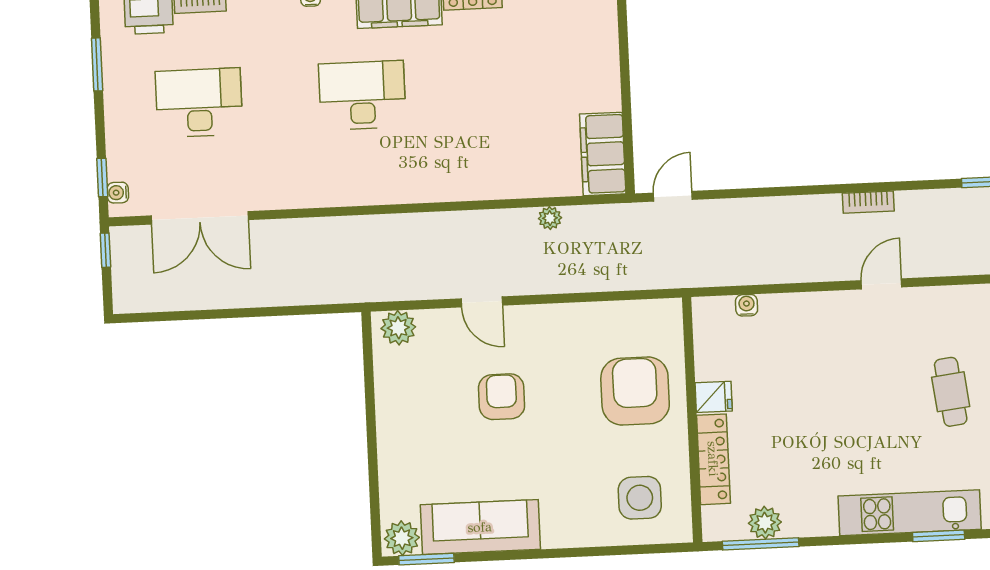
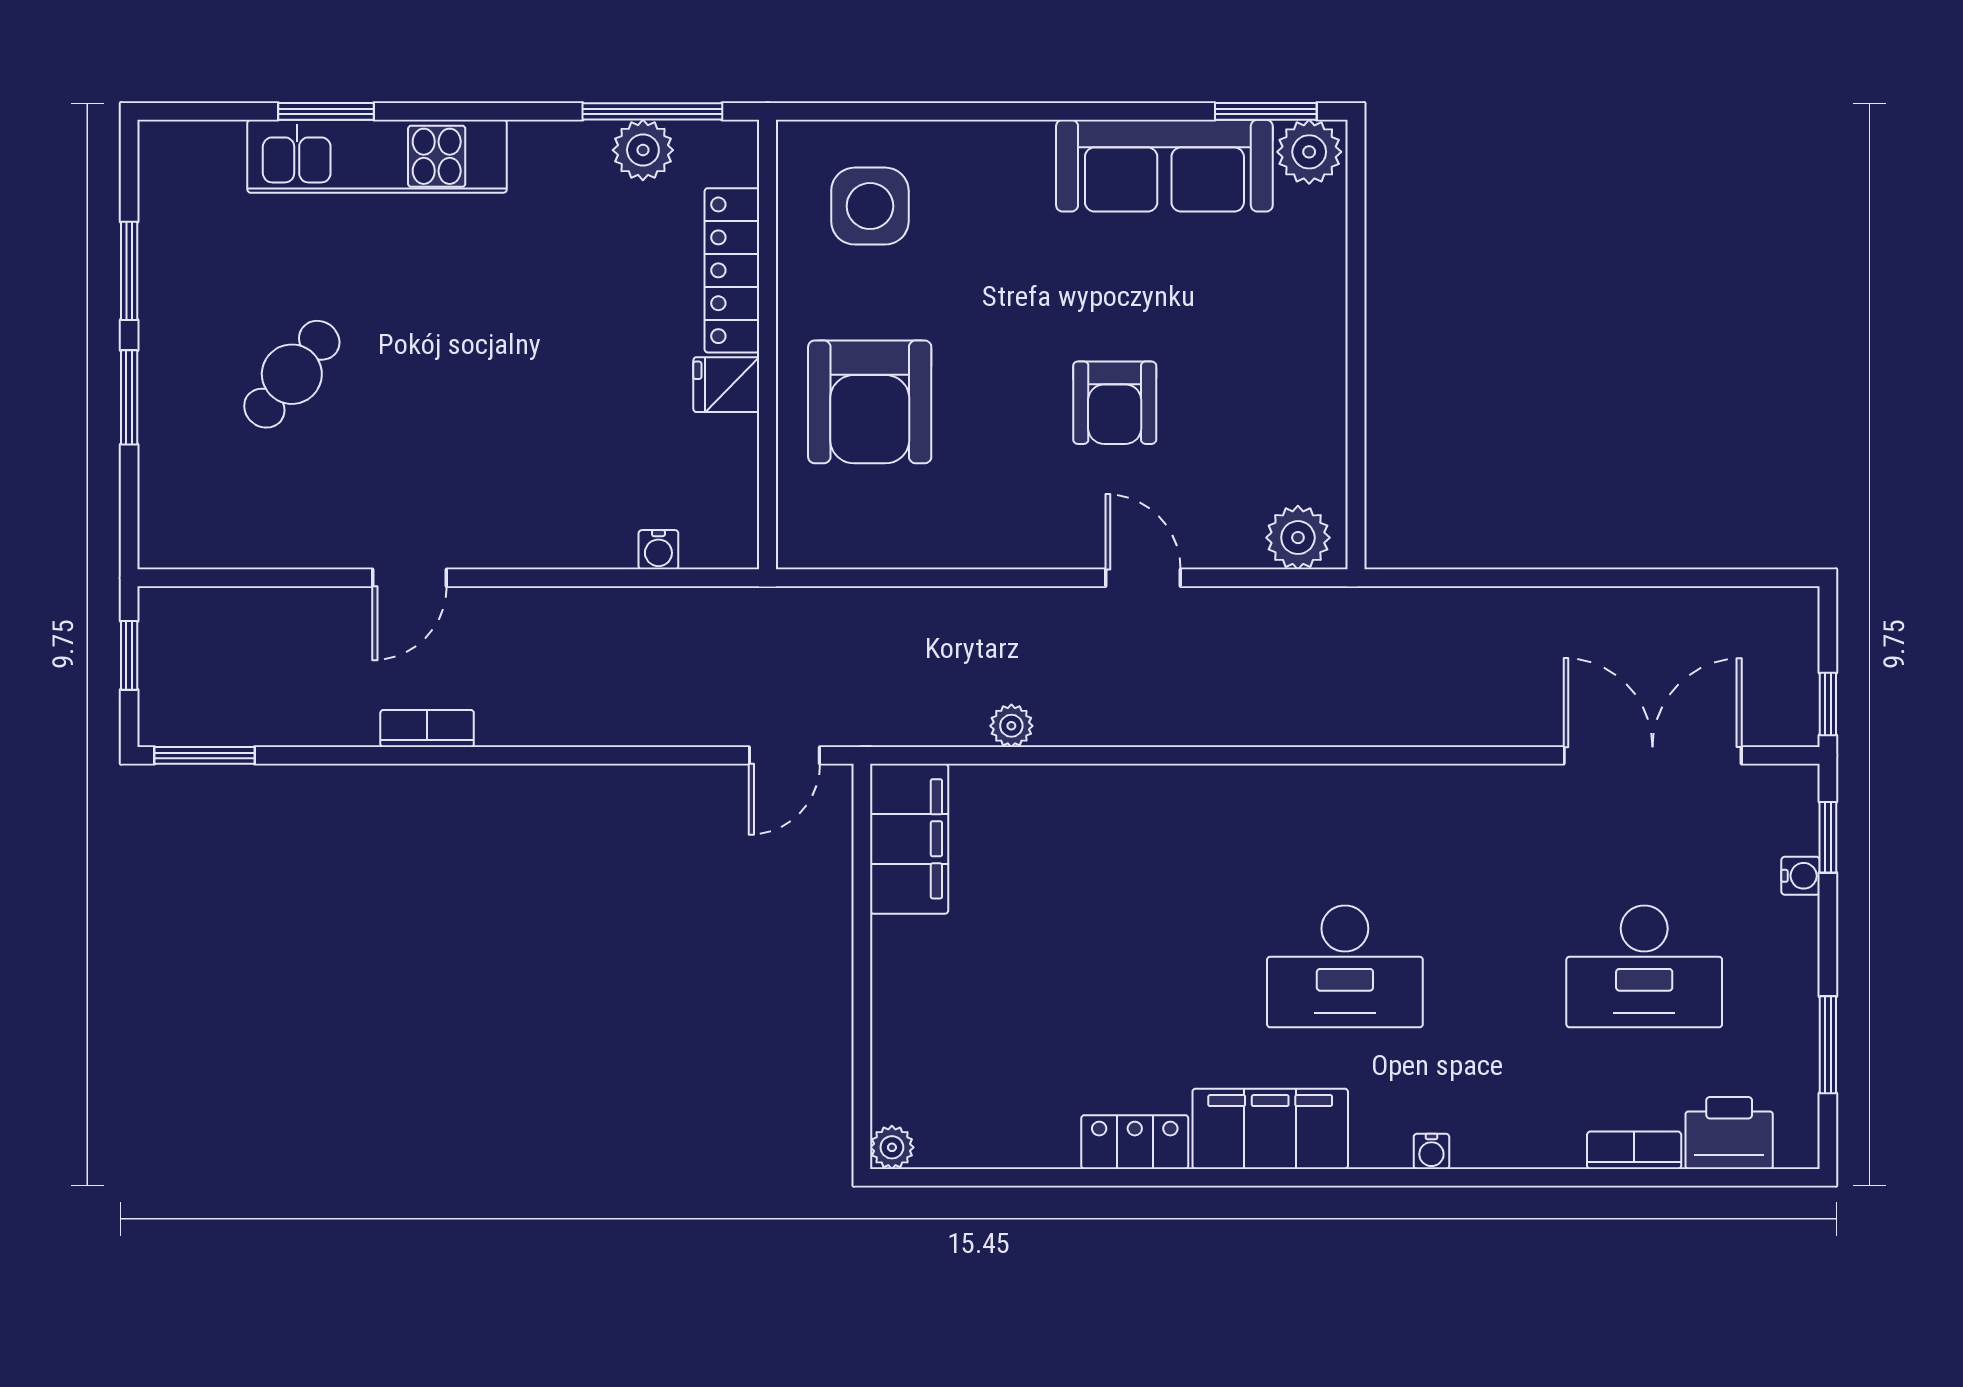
water cooler: (118, 193) -> (1801, 876), moved
cafe table: (951, 392) -> (292, 374), turned 46

